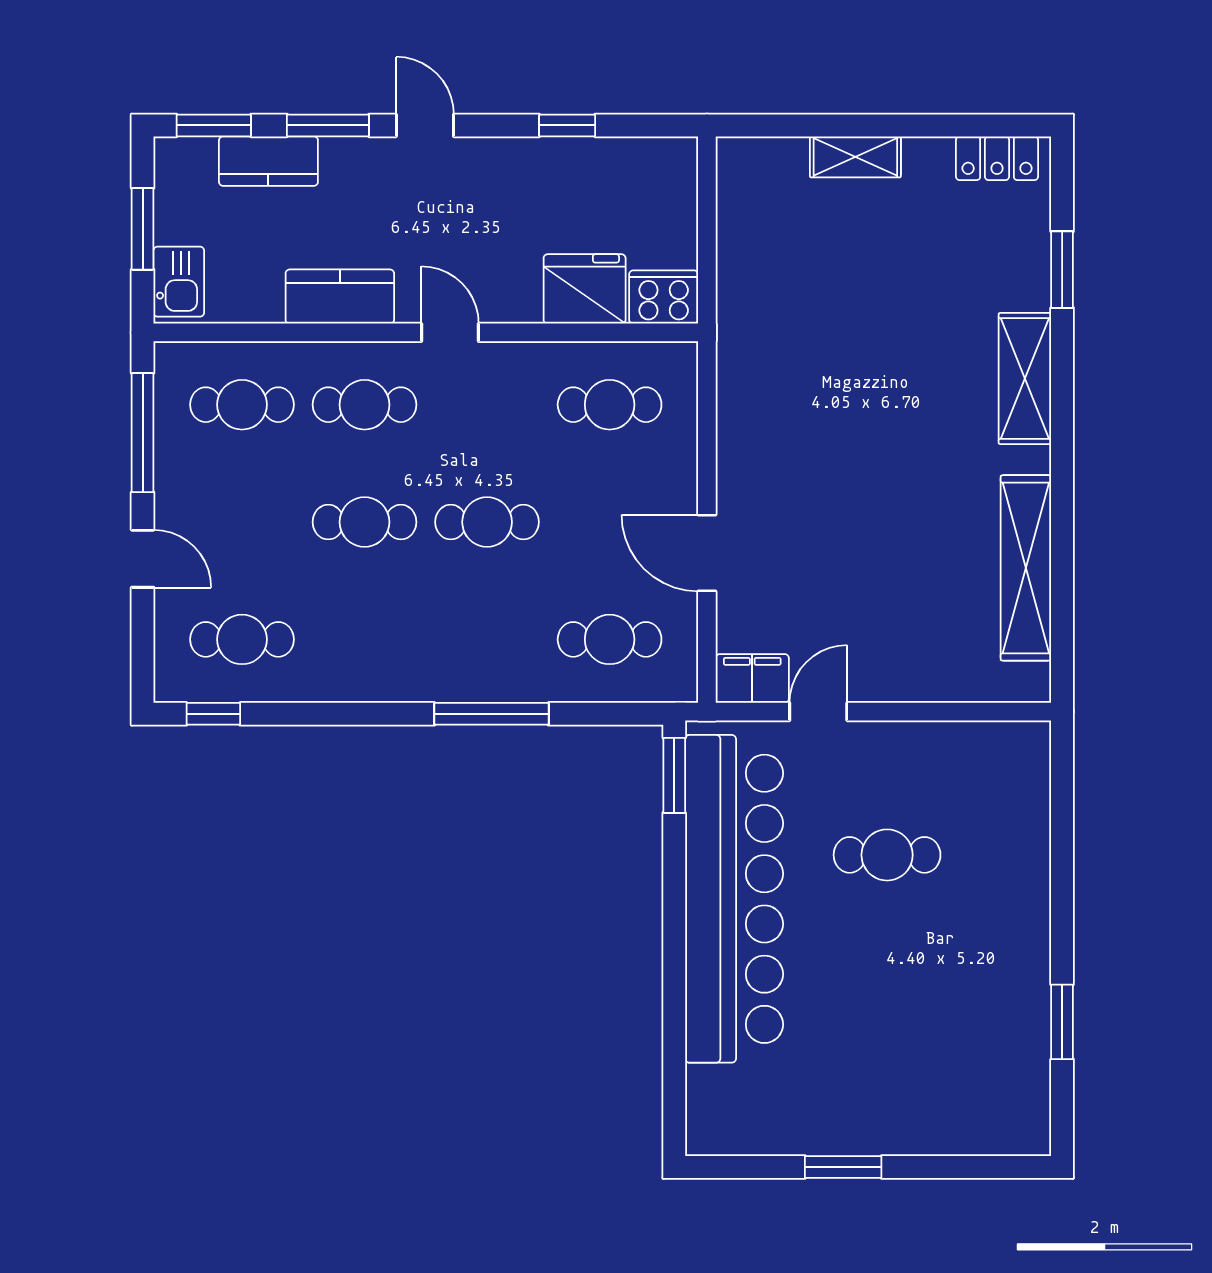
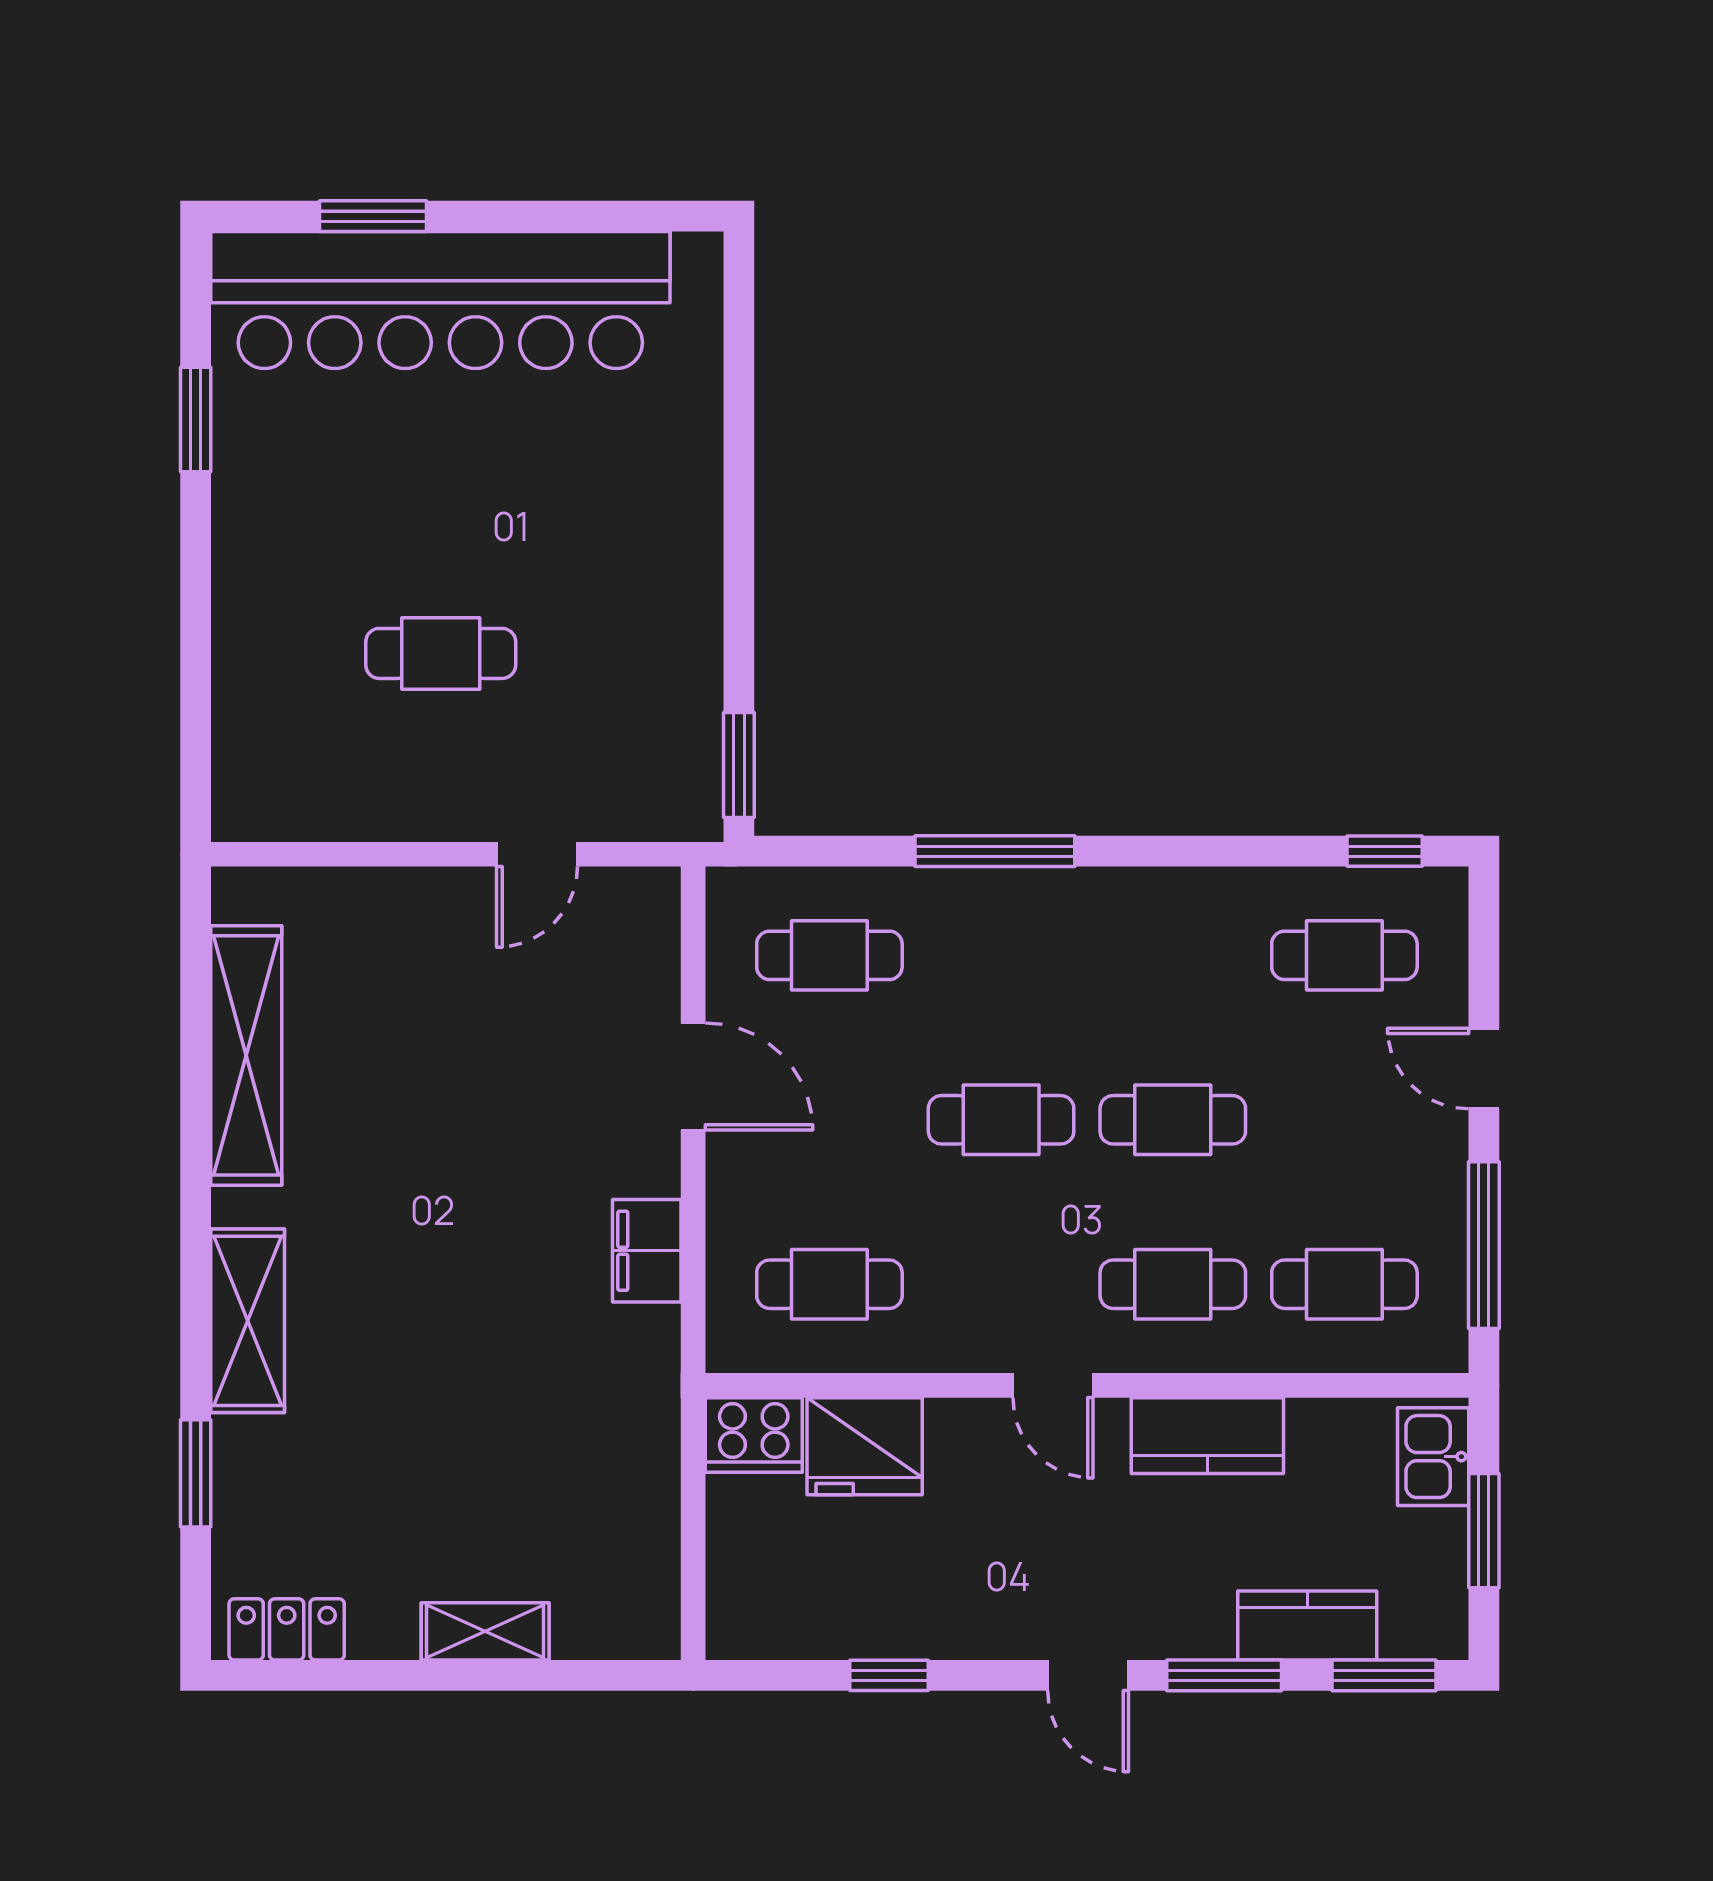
filing cabinet: (752, 678) -> (647, 1251), moved, turned 90
bar counter: (734, 899) -> (440, 300), moved, turned -90
window: (843, 1167) -> (373, 216), moved

